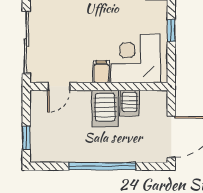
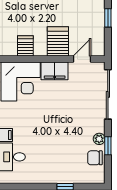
filing cabinet: (101, 72) -> (55, 71), width x2.00
server rack: (105, 109) -> (58, 41), moved

